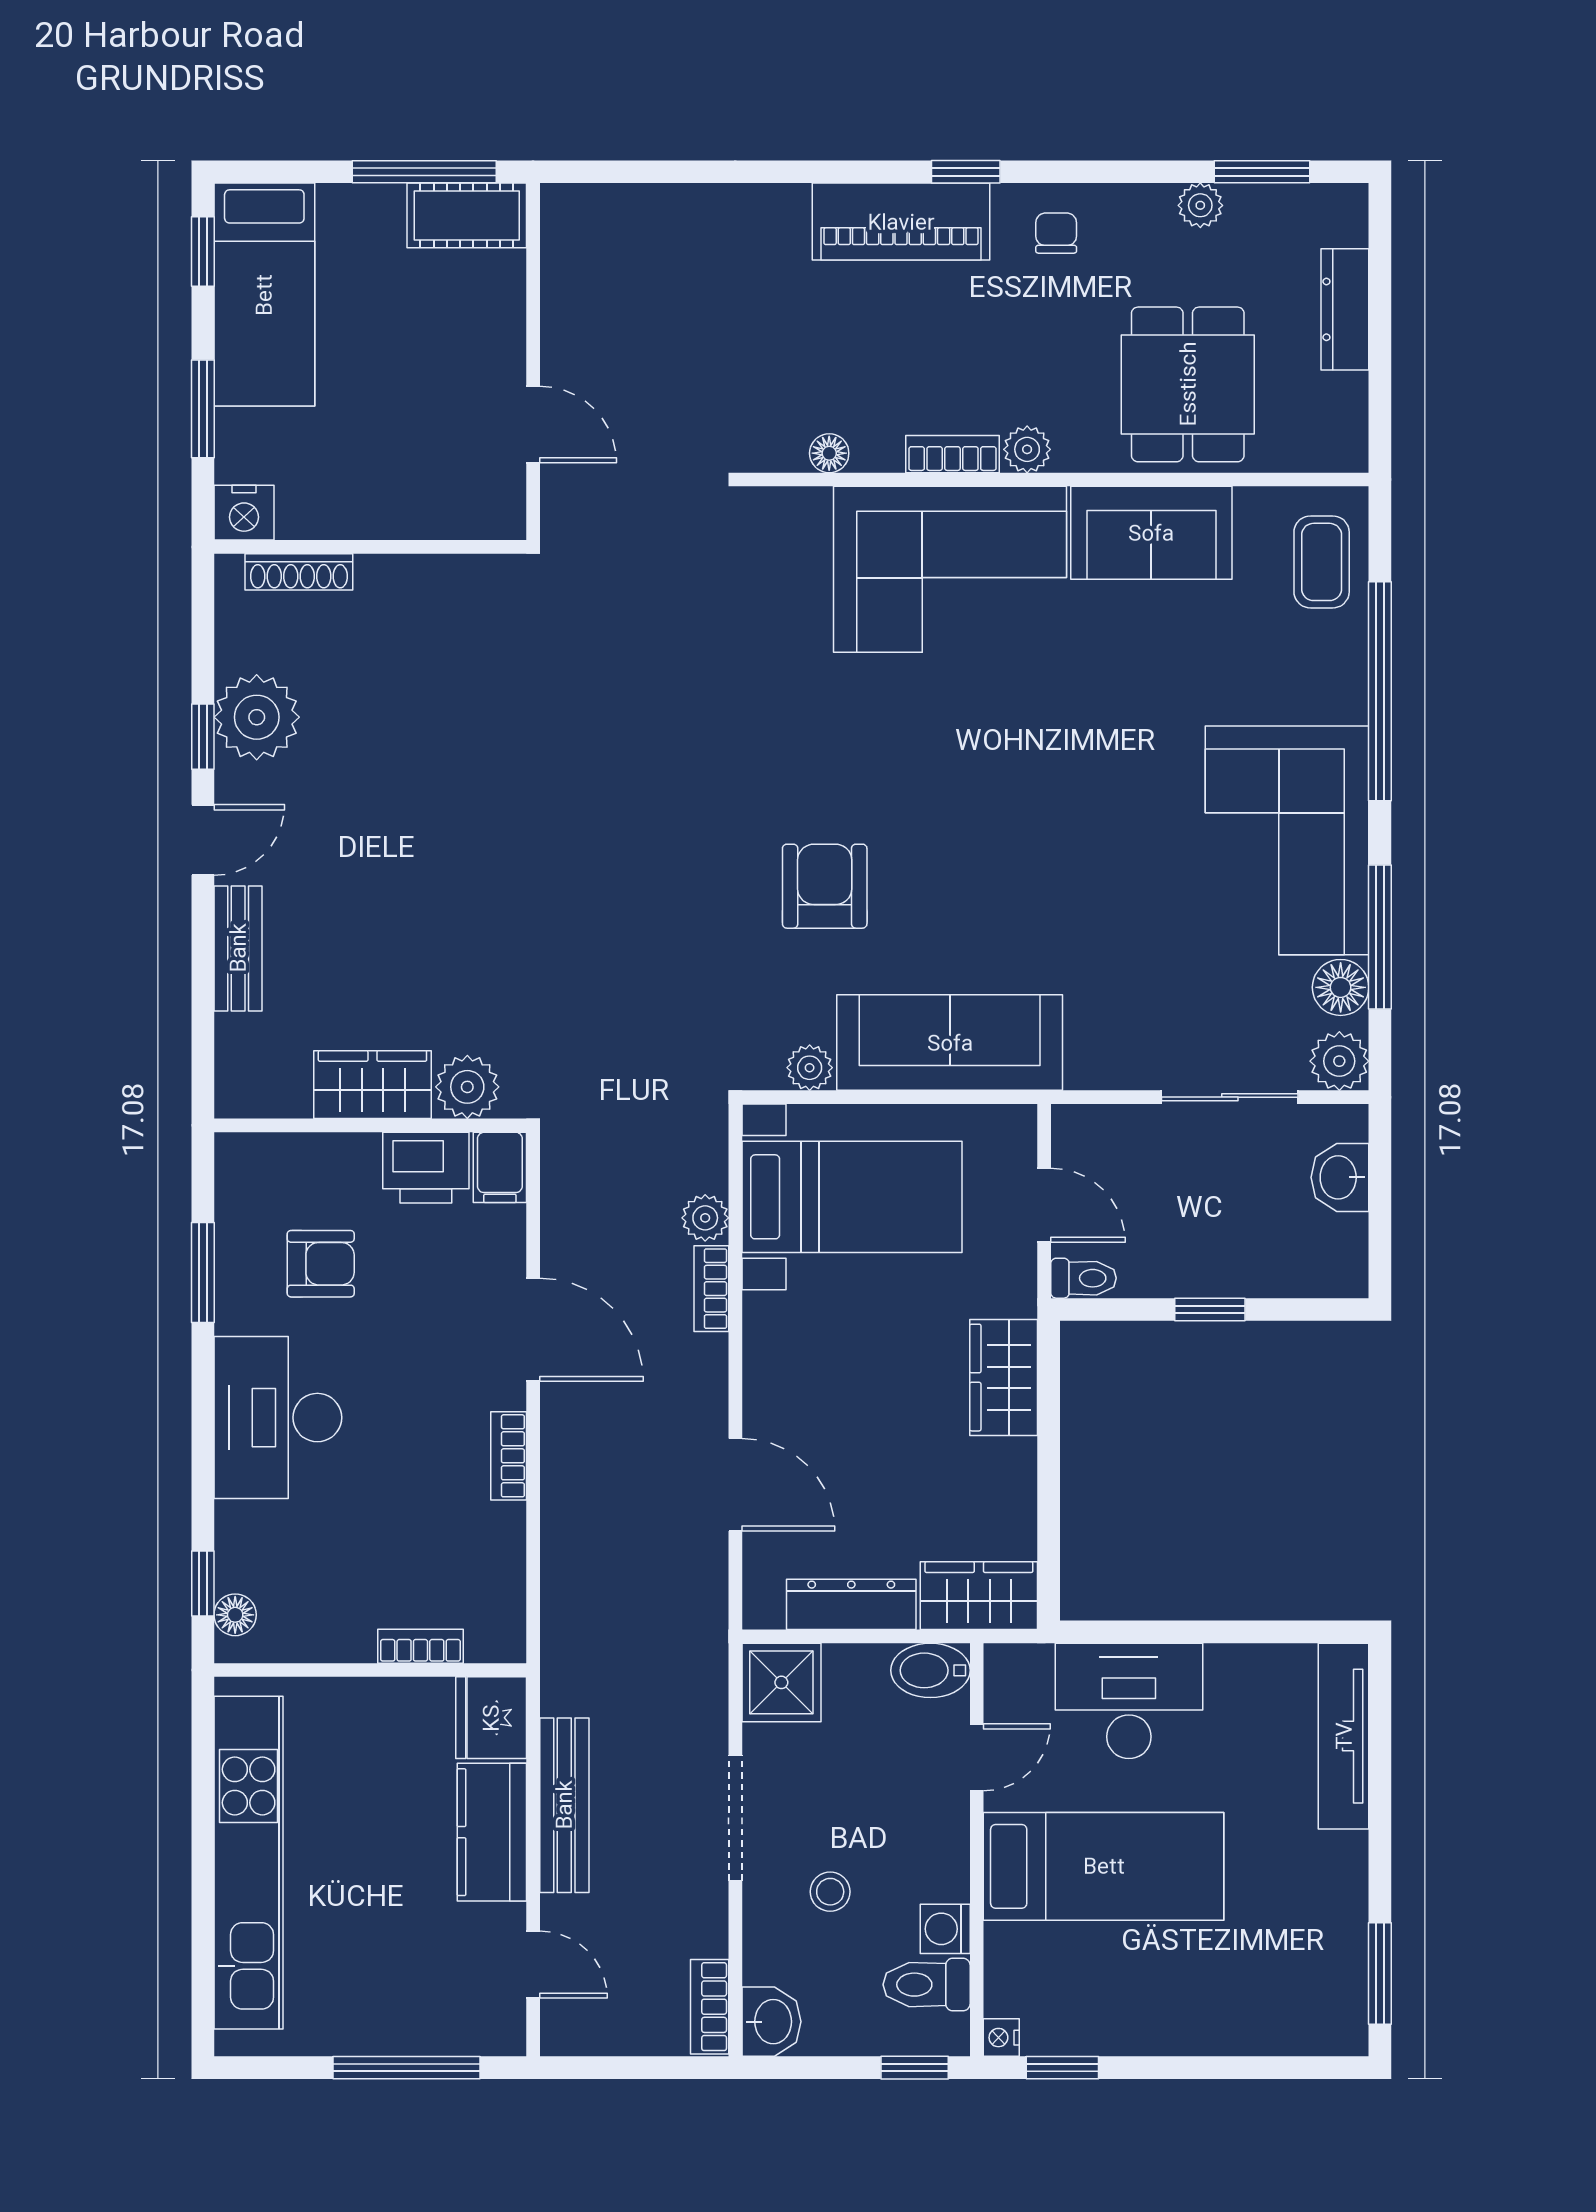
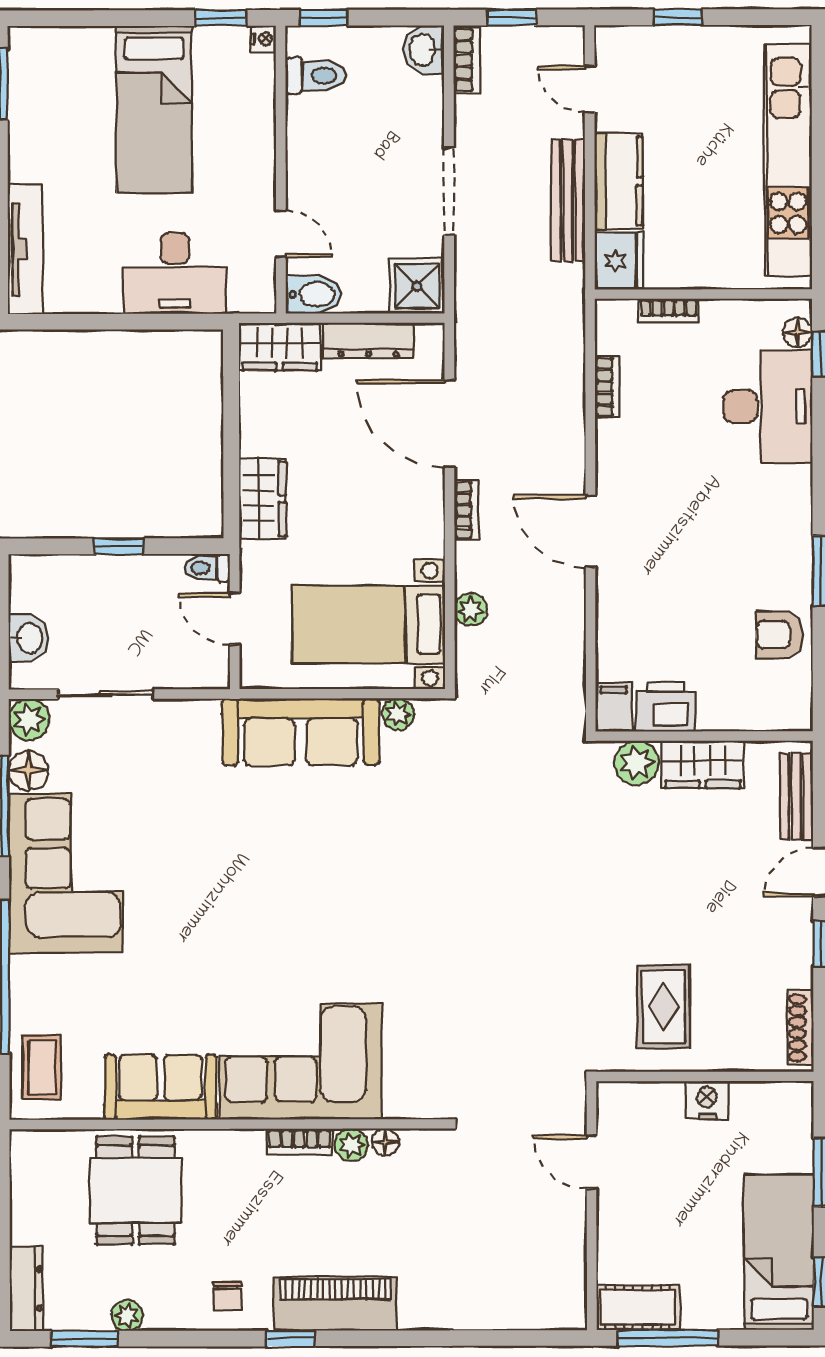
dresser: (1345, 309) -> (26, 1289), moved
plant: (1027, 449) -> (351, 1145), moved
nightstand: (244, 513) -> (707, 1100), moved
shoe rack: (299, 572) -> (801, 1028), moved, turned -90
rug: (430, 647) -> (663, 1007), added
plant: (257, 717) -> (784, 958), removed
armchair: (825, 886) -> (388, 841), removed
wardrobe: (372, 1085) -> (703, 764), moved
plant: (467, 1087) -> (637, 763), moved
wall: (370, 1125) -> (704, 736), moved
filing cabinet: (500, 1167) -> (614, 707), moved
printer: (426, 1168) -> (665, 707), moved
armchair: (321, 1264) -> (780, 634), moved
bookcase: (711, 1289) -> (466, 510), moved
desk: (278, 1418) -> (768, 407), moved
bookcase: (509, 1456) -> (607, 387), moved
door: (735, 1485) -> (449, 424), width x1.36
door: (977, 1757) -> (281, 234), swing flipped
bed: (1104, 1866) -> (154, 110), moved, turned -90
stool: (830, 1892) -> (383, 140), removed
washing machine: (945, 1929) -> (303, 114), removed
window: (406, 2068) -> (678, 17), width x0.46
window: (645, 2068) -> (512, 17), added

